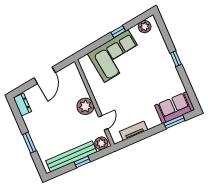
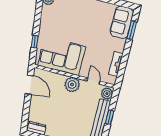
window: (118, 32) -> (35, 42), moved
corner sofa: (116, 56) -> (62, 56), moved, turned -83
door: (45, 75) -> (29, 85), moved

